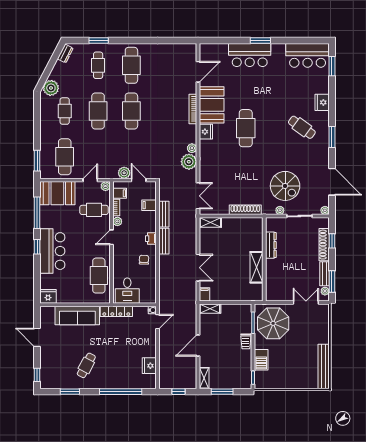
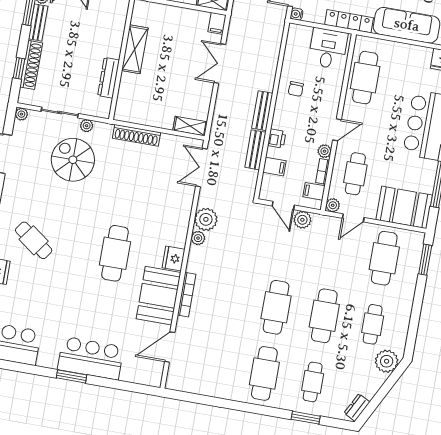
cafe table: (94, 210) -> (355, 174), turned 90
printer: (151, 239) -> (277, 139), moved

